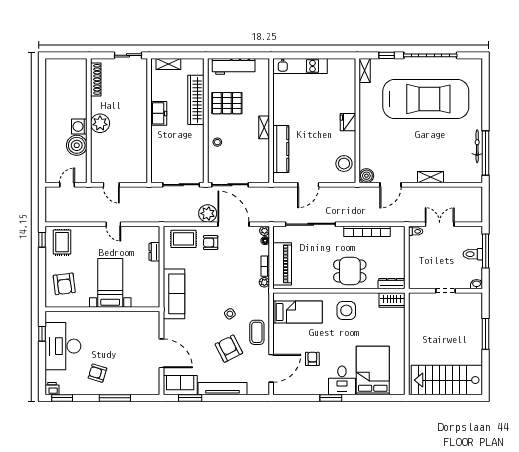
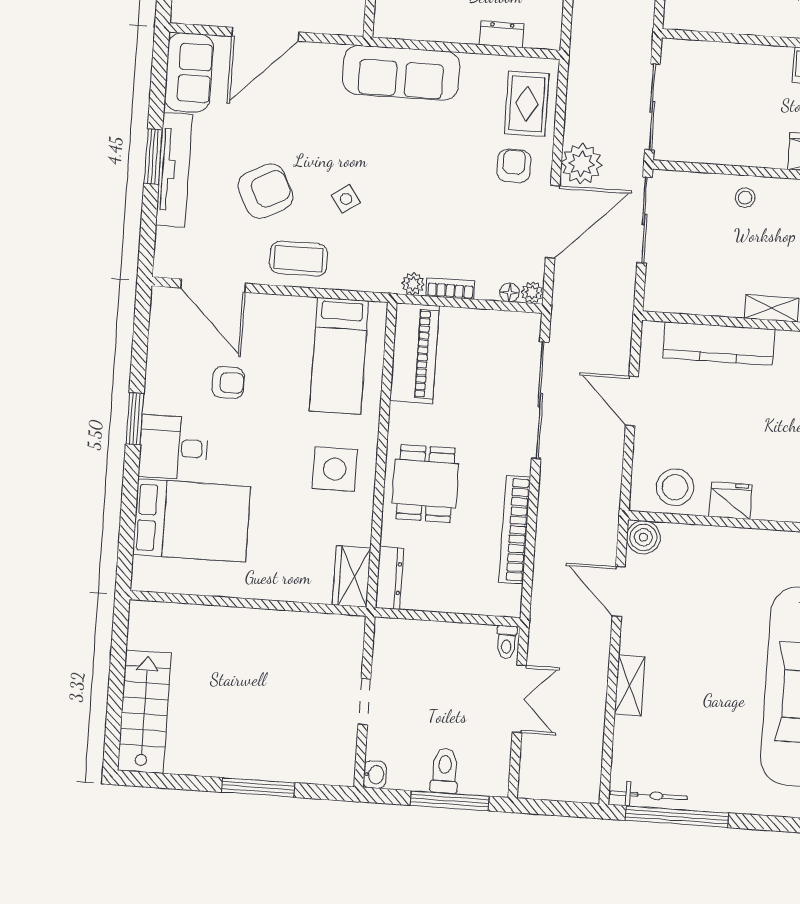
fridge: (348, 122) -> (731, 501), moved
bicycle: (477, 146) -> (649, 795), moved
piano: (282, 264) -> (414, 353), moved, turned -90
stairs: (447, 380) -> (144, 712), width x0.73, depth x0.66
window: (190, 398) -> (153, 157), moved

